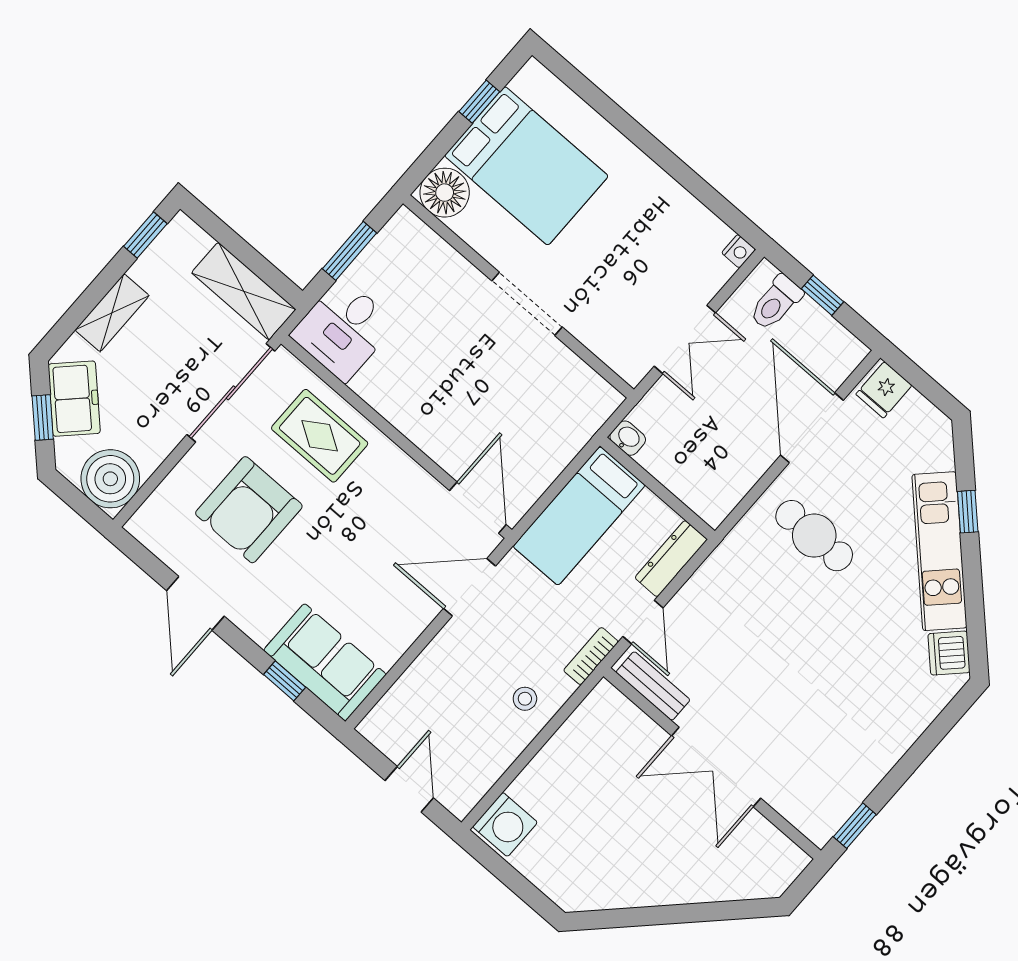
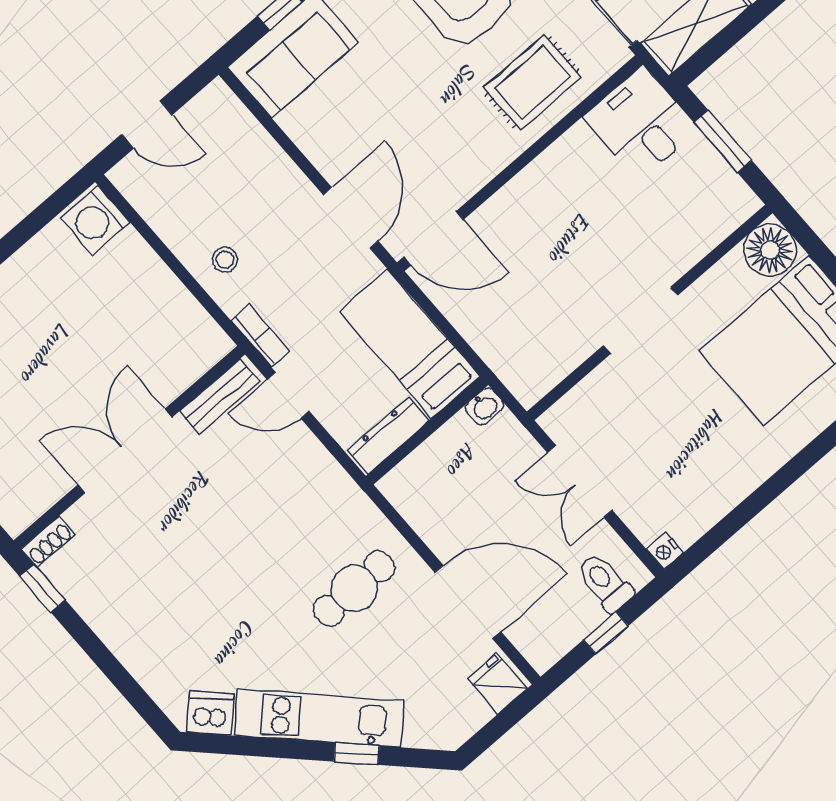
dresser: (671, 559) -> (388, 435), moved, turned -90
shoe rack: (811, 826) -> (48, 542), added

